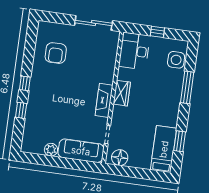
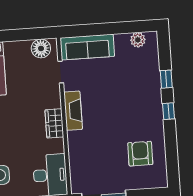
plant: (51, 150) -> (138, 40), moved

